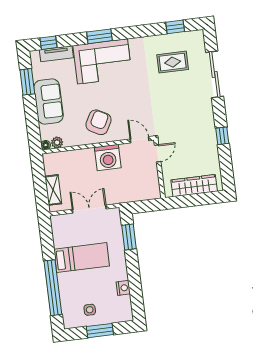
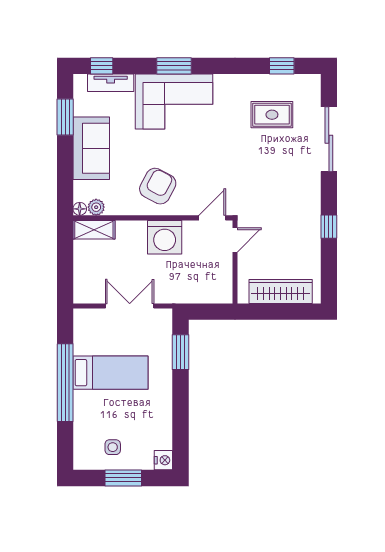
door: (140, 140) -> (212, 218), hinge flipped
shelving: (53, 190) -> (94, 230), moved, turned 90
window: (53, 288) -> (65, 383), moved
nightstand: (123, 288) -> (163, 460), moved

